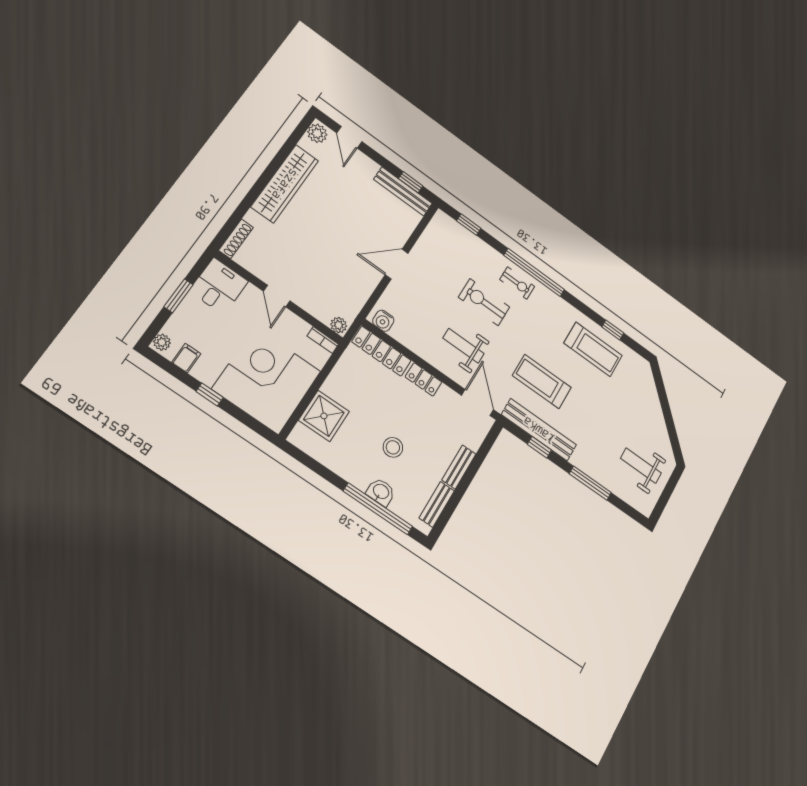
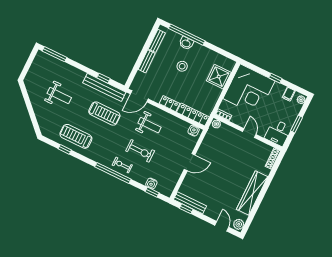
water cooler: (469, 240) -> (151, 183), added
door: (478, 403) -> (139, 96), hinge flipped
weight bench: (641, 466) -> (59, 95), moved
window: (590, 483) -> (54, 54), moved

